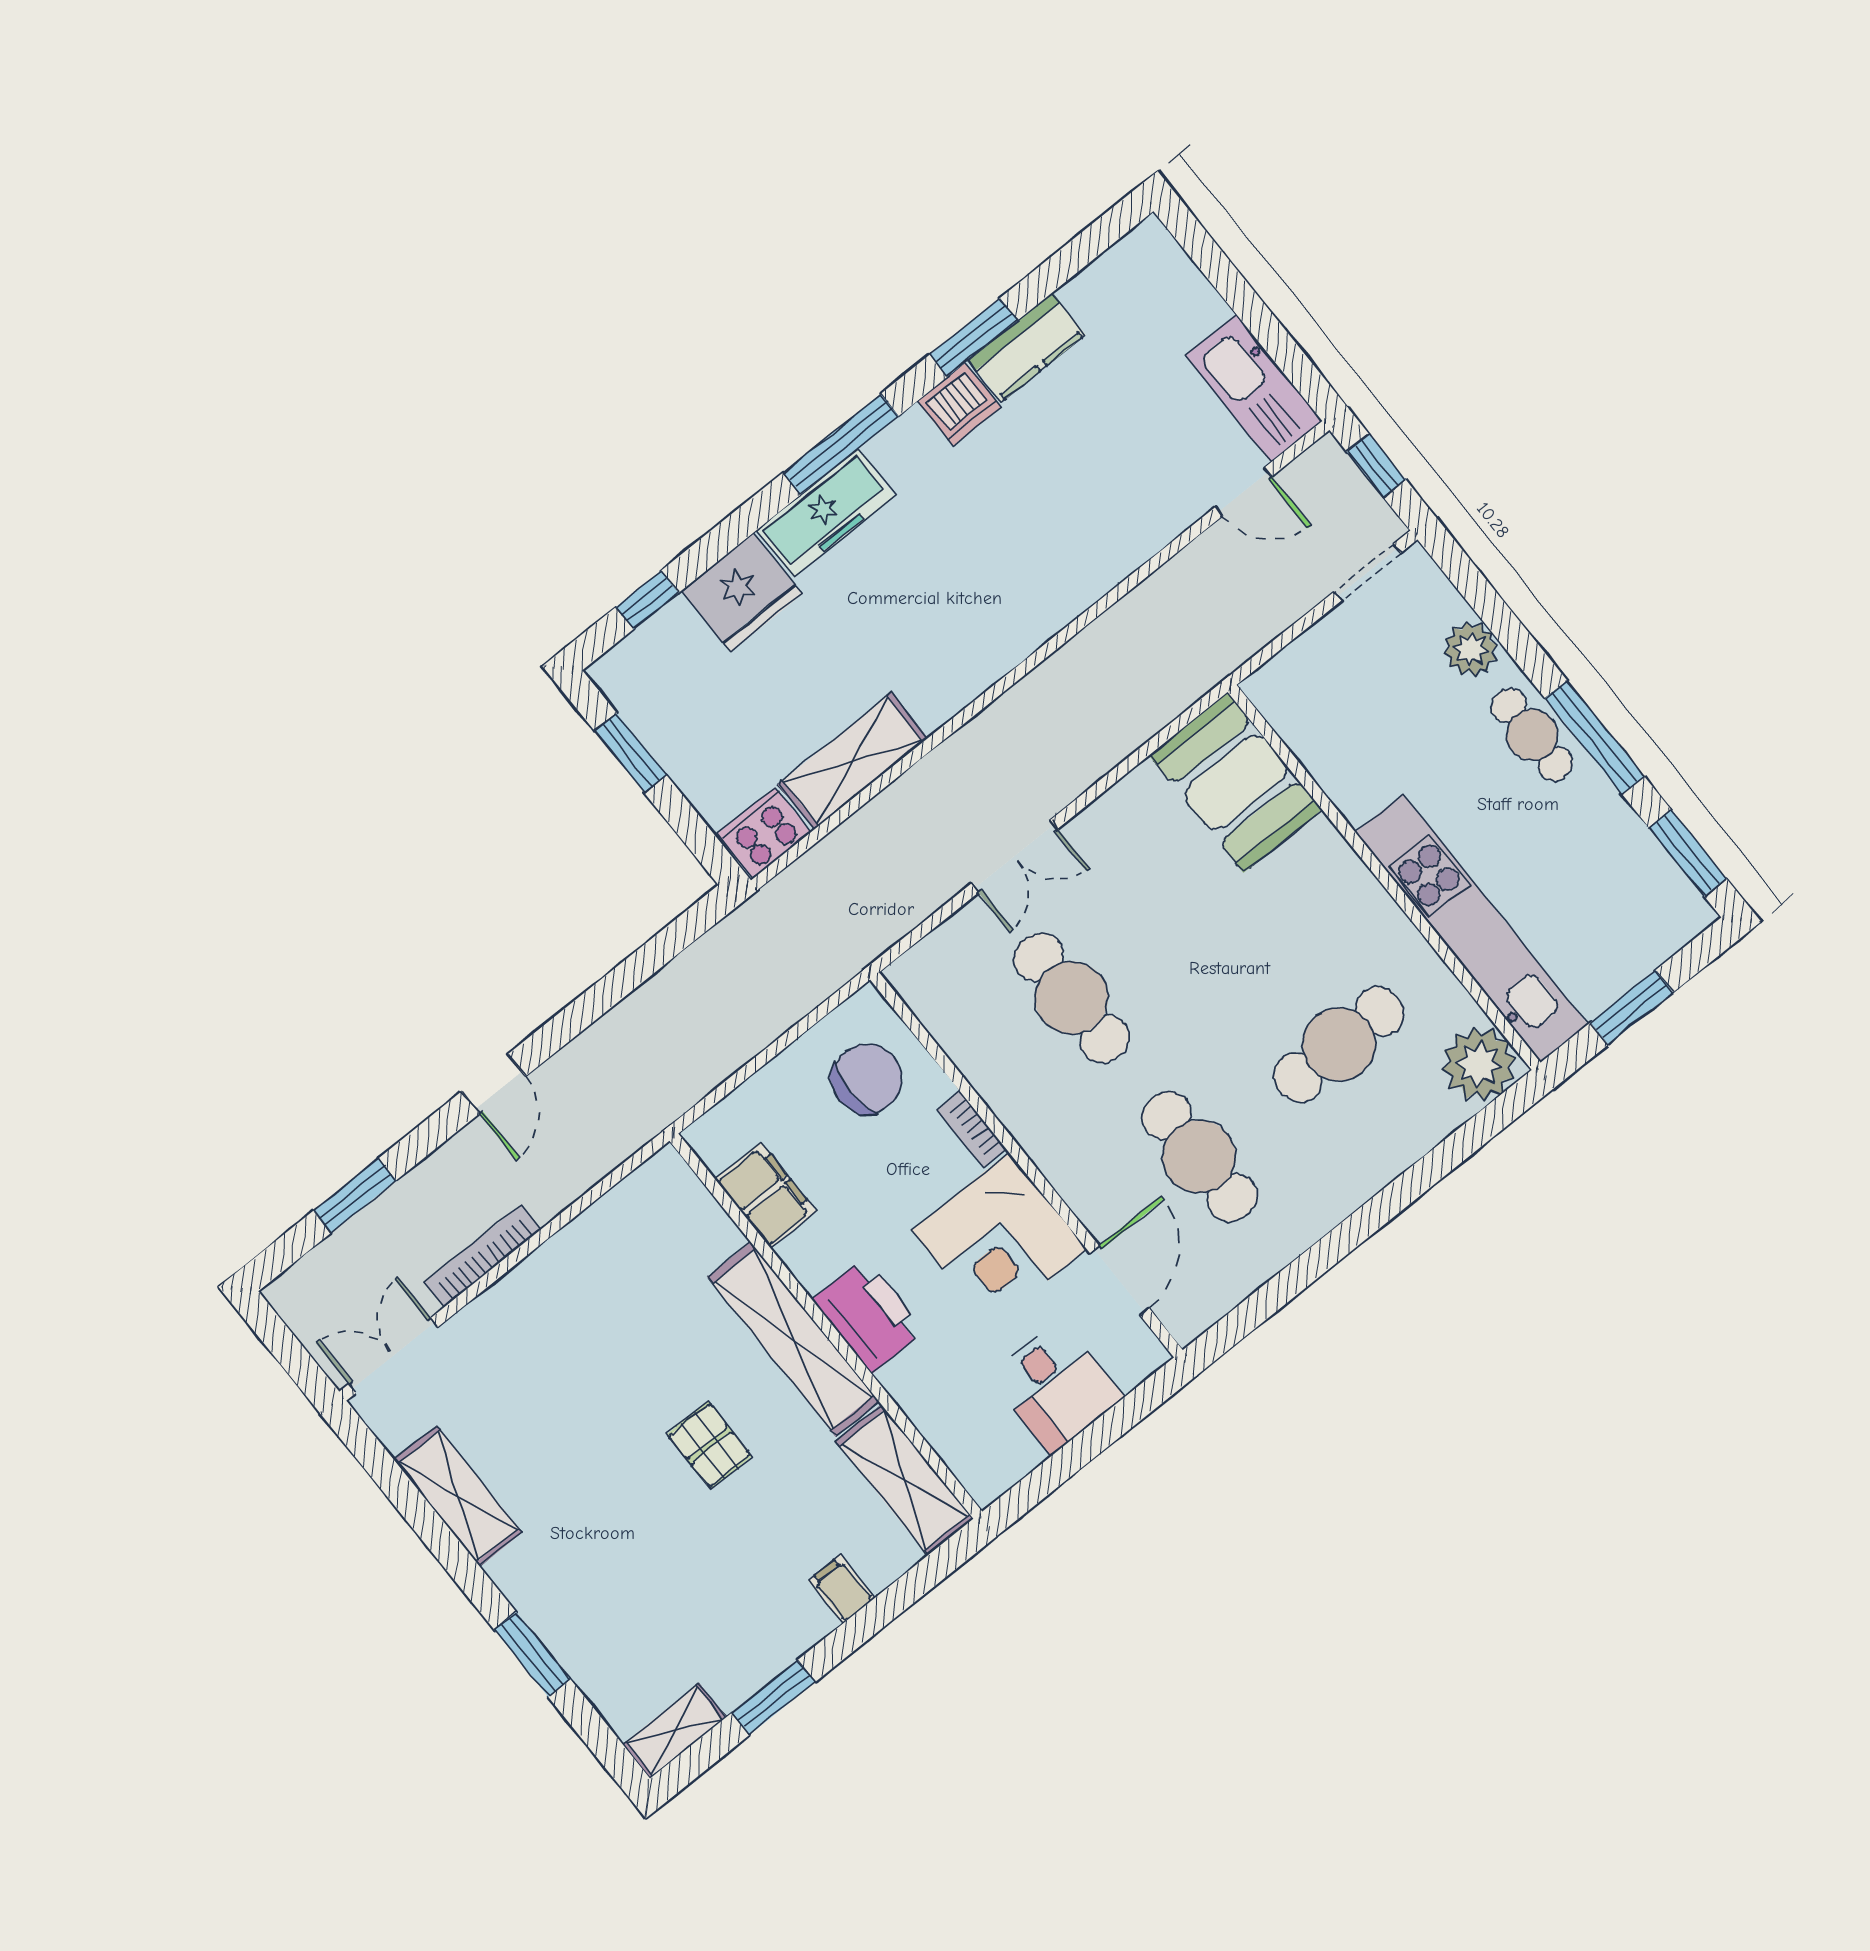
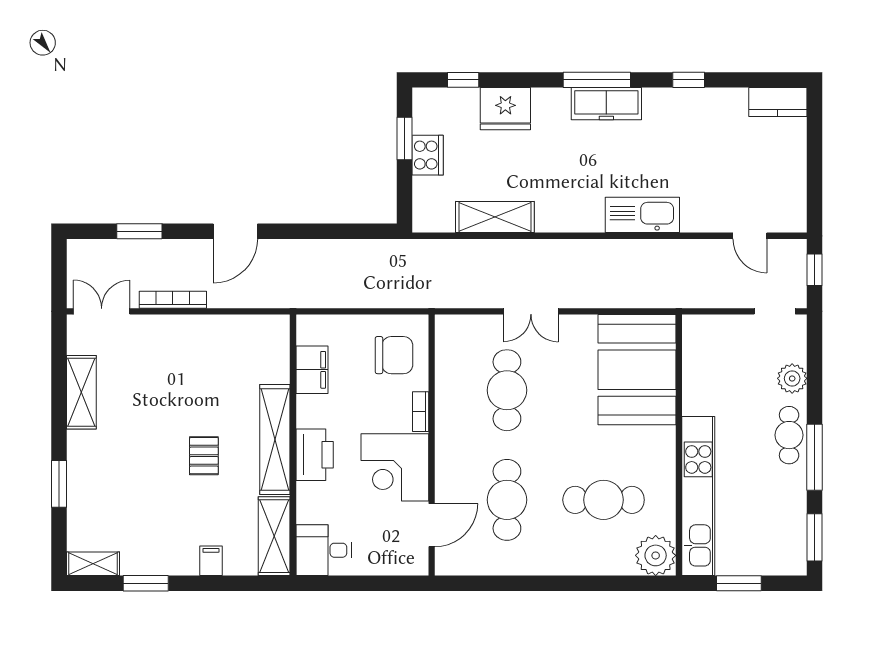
window: (973, 338) -> (689, 80), width x0.67
kitchen counter: (1027, 347) -> (778, 102), moved
kitchen sink: (1254, 388) -> (642, 215), moved, turned 90
dishwasher: (959, 404) -> (660, 103), removed
freezer: (826, 513) -> (606, 104), moved
booth: (1236, 782) -> (637, 370), width x1.36, depth x1.42
cooker: (764, 833) -> (428, 155), moved, turned 90
door: (494, 1084) -> (235, 231), width x1.38
desk: (1056, 1387) -> (324, 550), moved, turned 90

